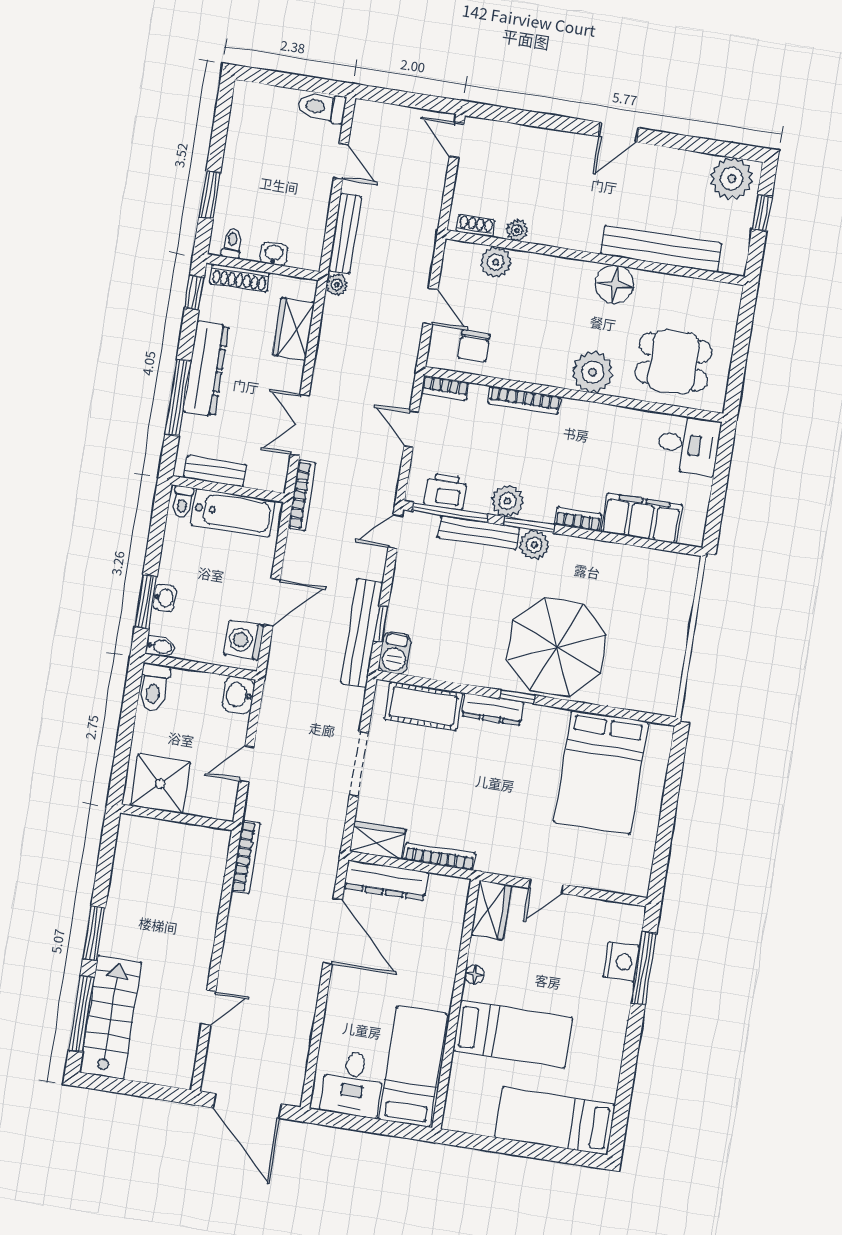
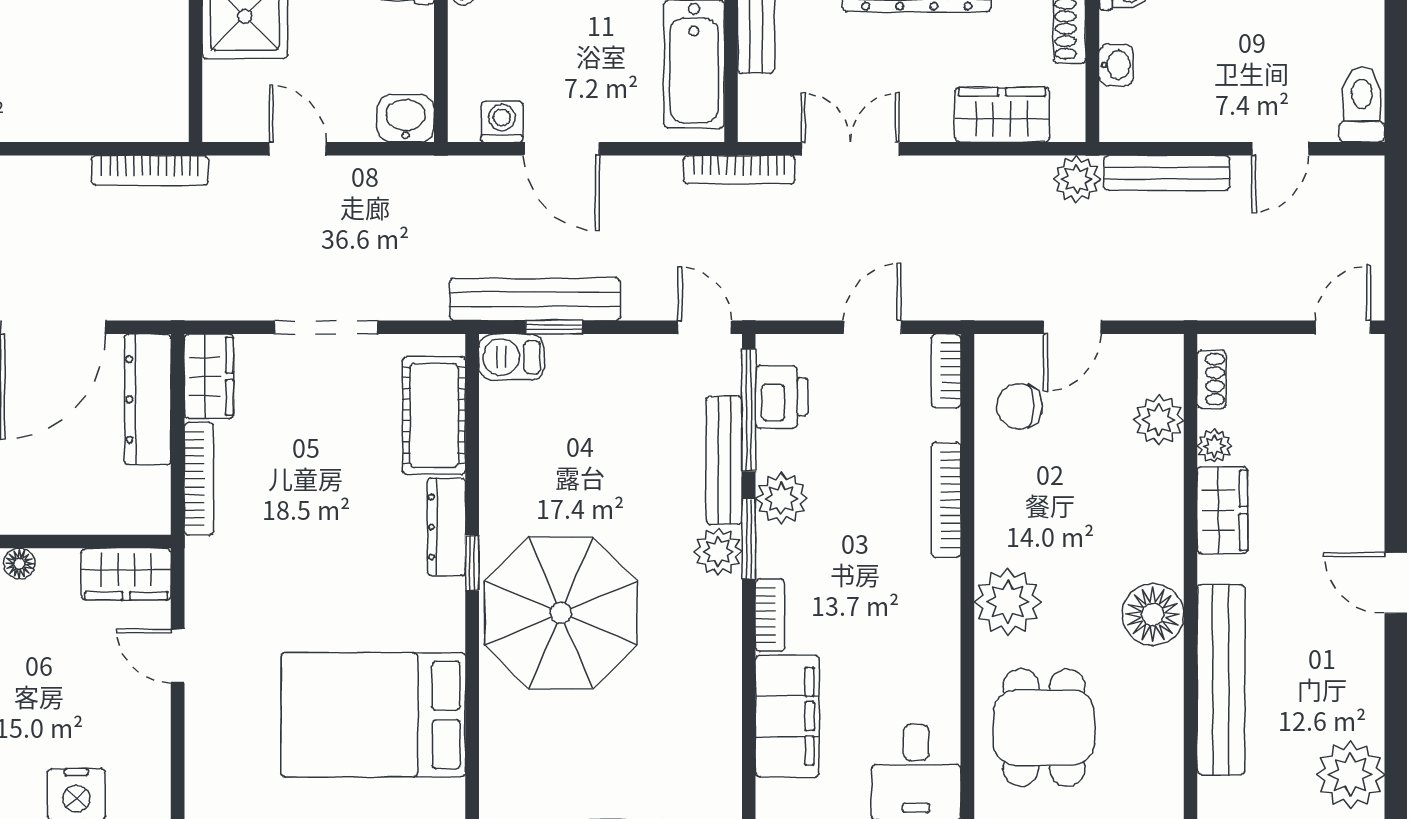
wardrobe: (557, 232) -> (1222, 510), added
plant: (337, 285) -> (1077, 179), width x1.38, depth x1.38
washing machine: (244, 640) -> (502, 122), width x0.73, depth x0.73

